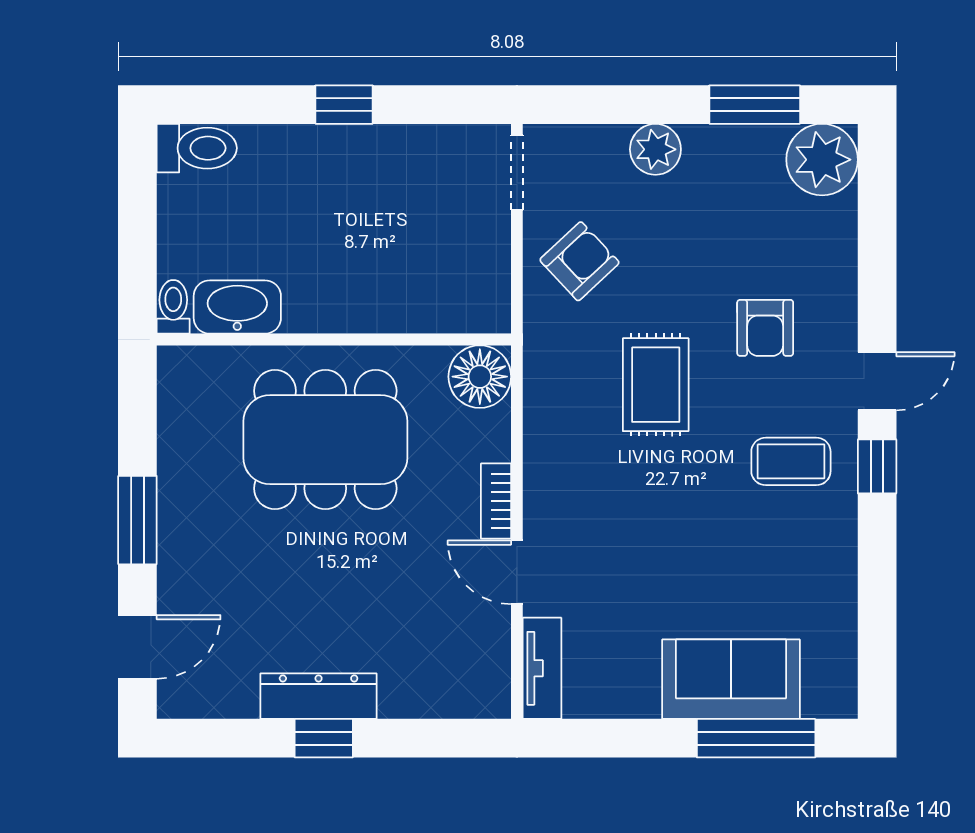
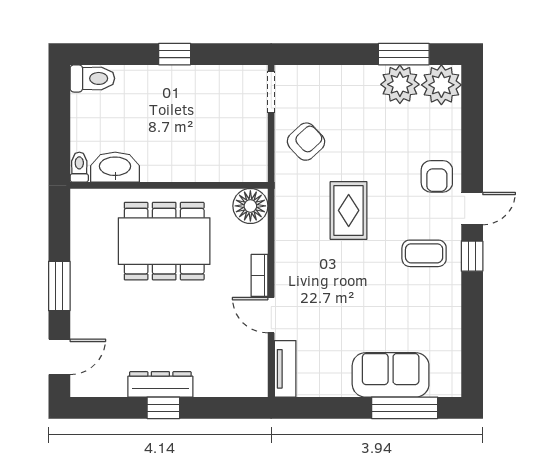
plant: (655, 149) -> (400, 84), moved, width x1.36, depth x1.36
armchair: (765, 328) -> (437, 176), moved

